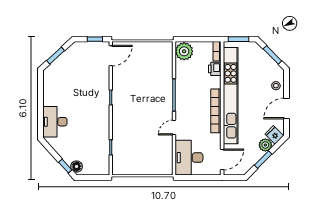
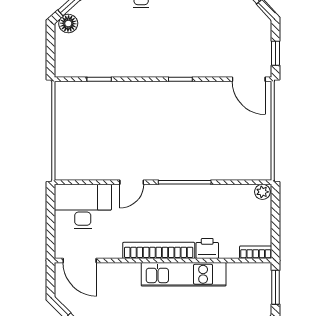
plant: (184, 51) -> (262, 192), width x0.53, depth x0.53
printer: (215, 69) -> (207, 248), moved
kitchen unit: (231, 96) -> (184, 274), width x0.54
door: (174, 128) -> (132, 182), swing flipped

